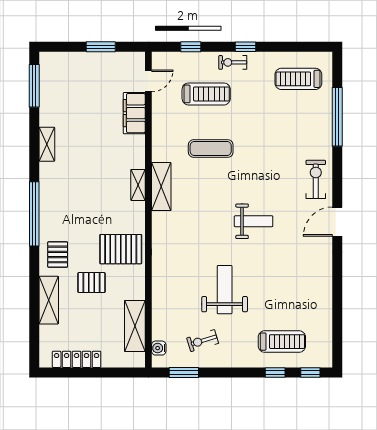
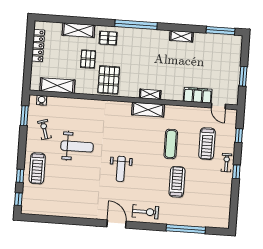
treadmill: (298, 79) -> (177, 182), moved
treadmill: (282, 342) -> (37, 168), moved

